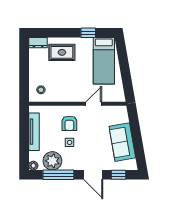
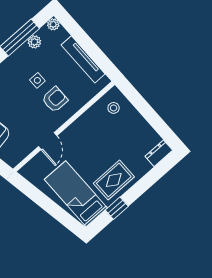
rug: (62, 52) -> (114, 180), moved
armchair: (69, 123) -> (55, 100), turned 90
plant: (52, 161) -> (34, 42), width x0.53, depth x0.53

